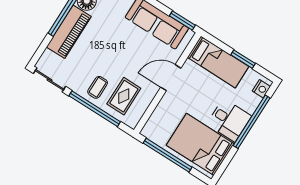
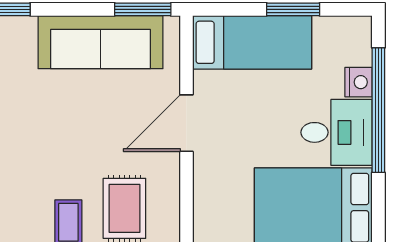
nightstand: (261, 89) -> (359, 82), moved

